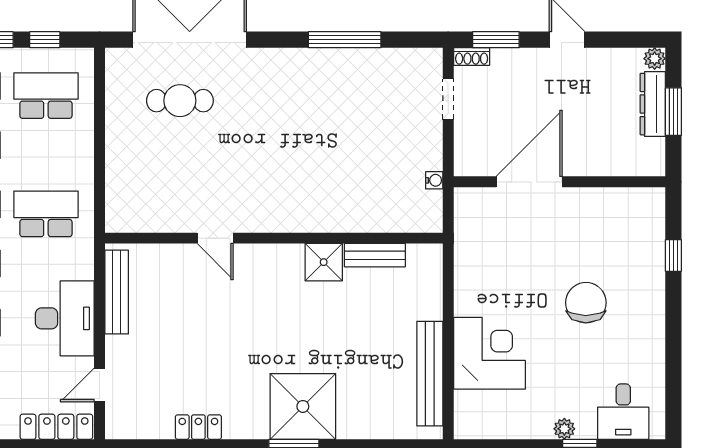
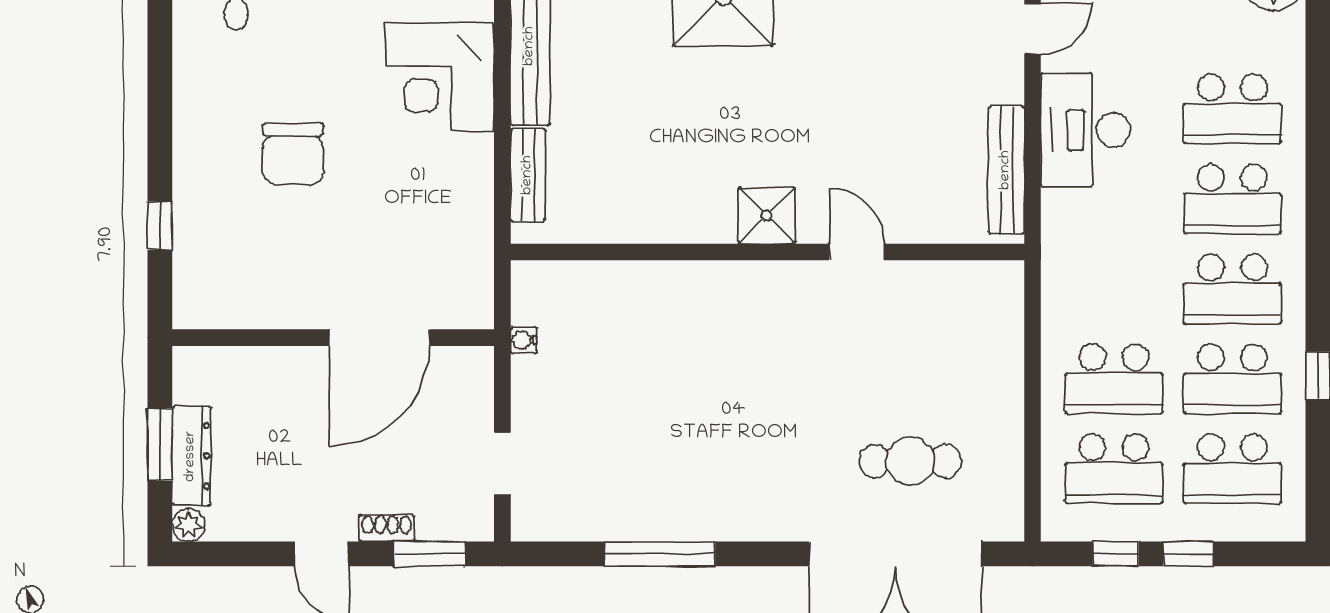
shoe rack: (472, 56) -> (386, 528), moved
school desk: (46, 214) -> (1114, 379), moved
bench: (375, 255) -> (528, 175), moved, turned 90
shower: (324, 262) -> (767, 216), moved

